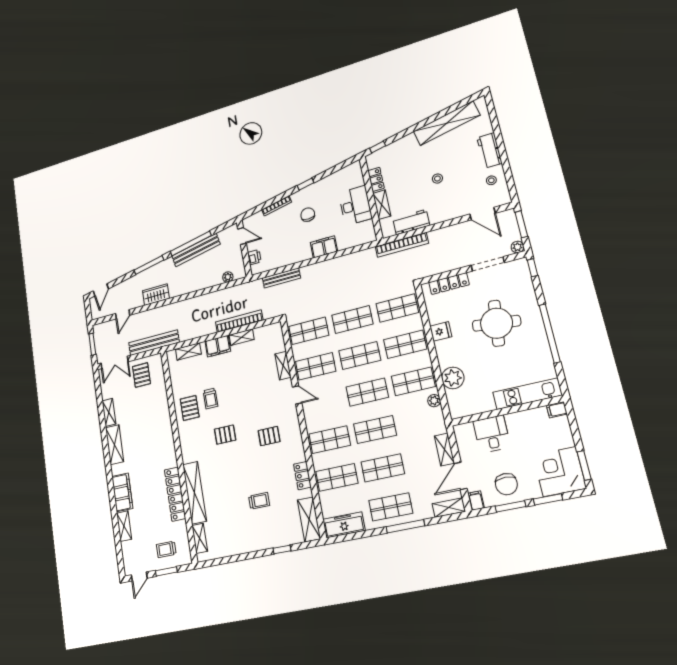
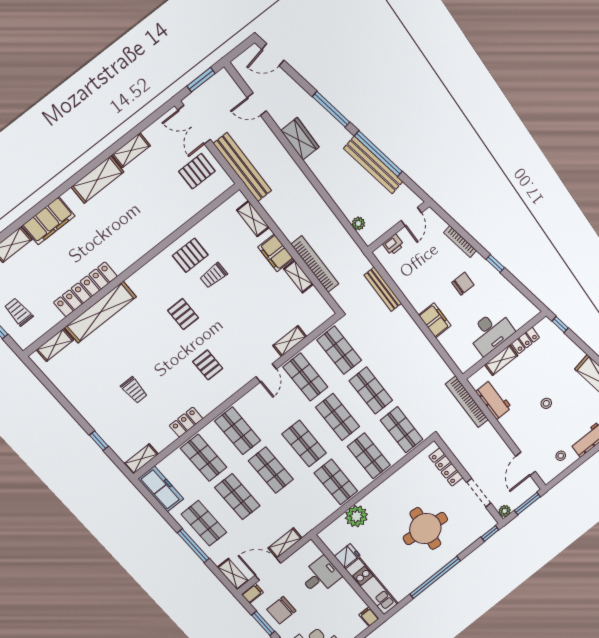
fridge: (441, 331) -> (347, 556), moved, turned -90
plant: (434, 401) -> (327, 511), removed
shelving: (309, 519) -> (141, 459), width x0.67, depth x0.75

